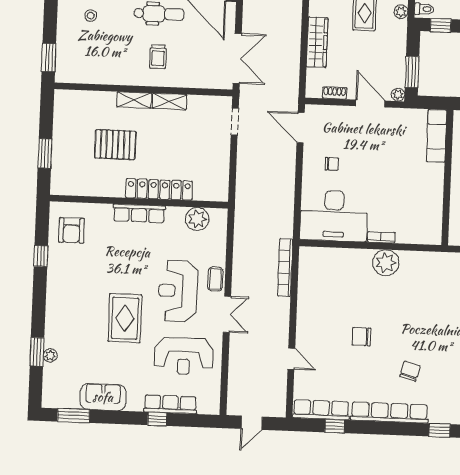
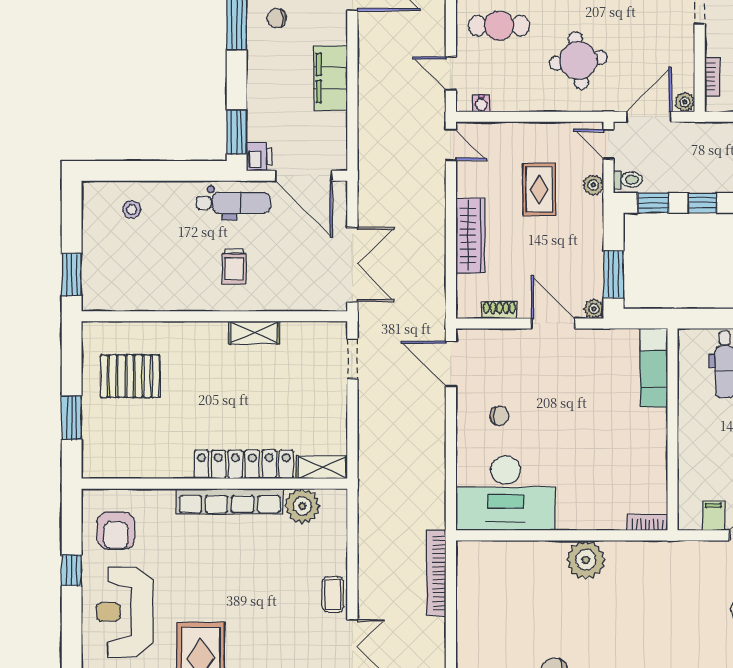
shelving: (134, 100) -> (322, 467), moved
pallet: (115, 145) -> (130, 376), moved
row of seats: (139, 213) -> (230, 501), width x1.36
bookcase: (381, 237) -> (647, 522), moved
reception desk: (178, 291) -> (125, 612), moved

